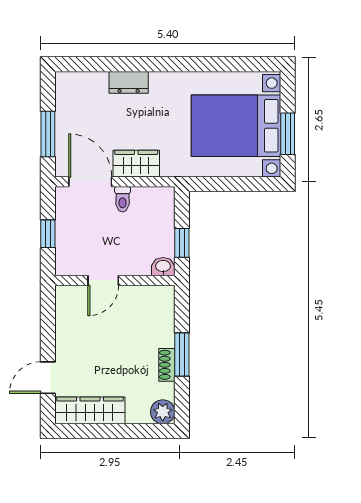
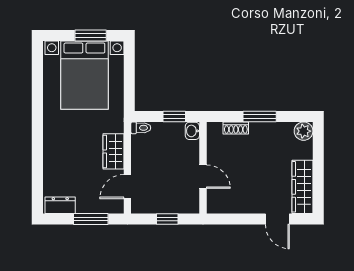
dresser: (129, 82) -> (60, 205), moved, turned -90
door: (90, 182) -> (127, 187), width x0.73
toilet: (123, 199) -> (141, 128), moved
shoe rack: (167, 365) -> (236, 128), moved

